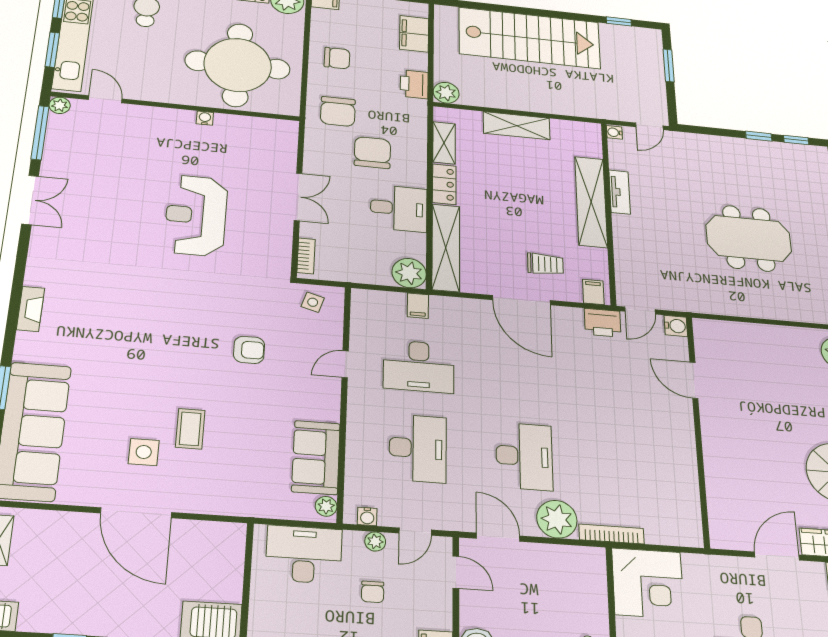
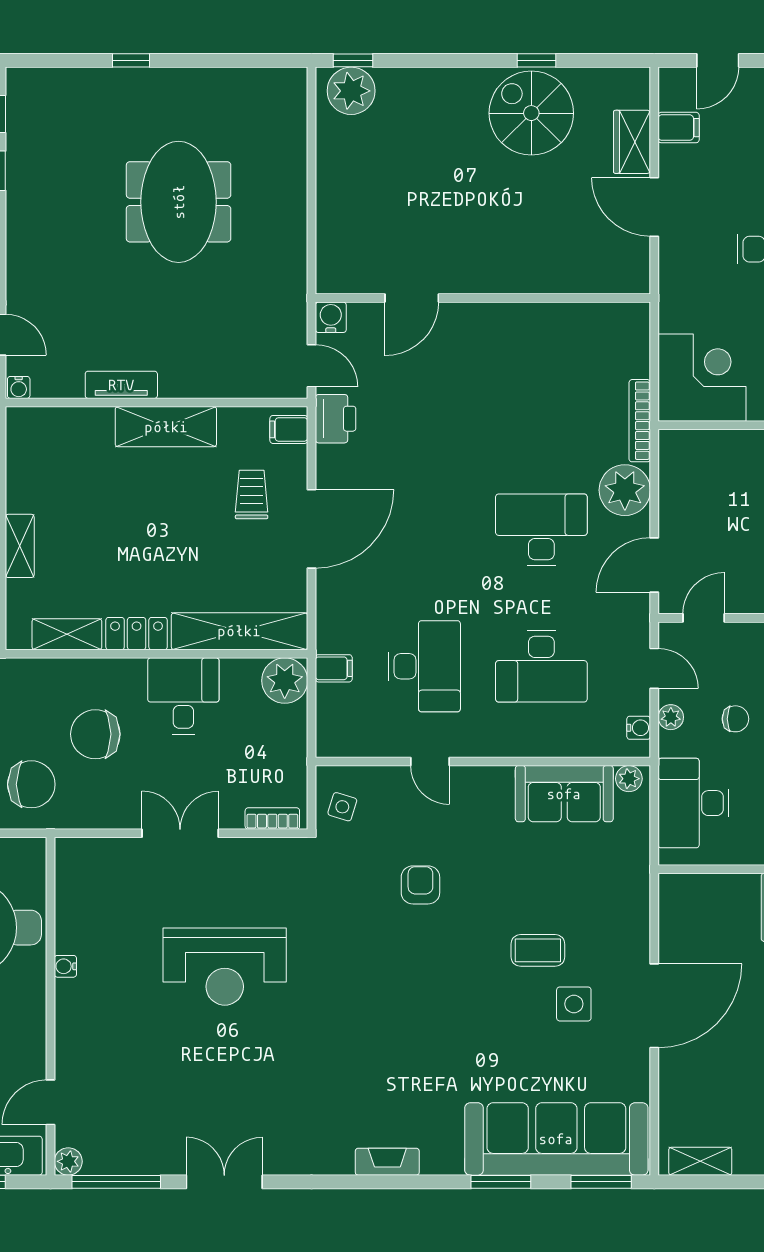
shelving: (517, 126) -> (20, 546), width x0.67, depth x0.75
shelving: (591, 202) -> (166, 427), width x0.68
desk: (418, 448) -> (541, 666), turned 180

